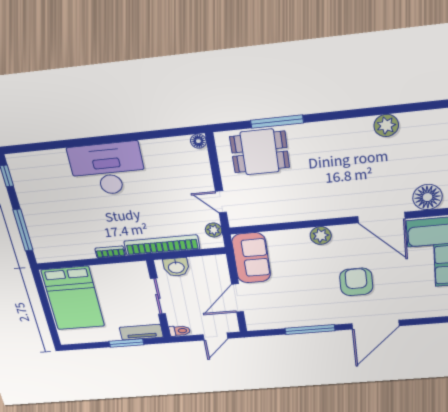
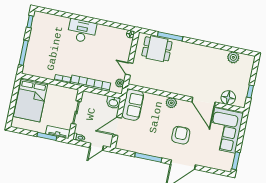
plant: (386, 125) -> (233, 57), moved
desk: (108, 169) -> (82, 31), width x0.73, depth x0.77
washbasin: (176, 267) -> (113, 102), moved

